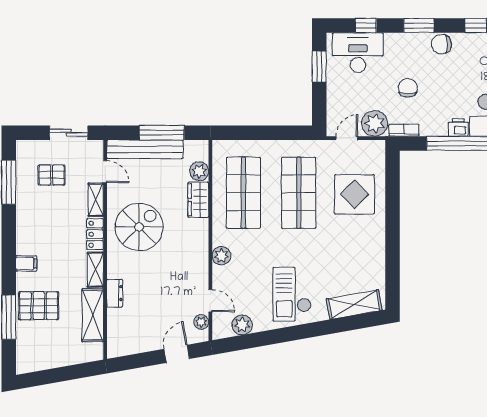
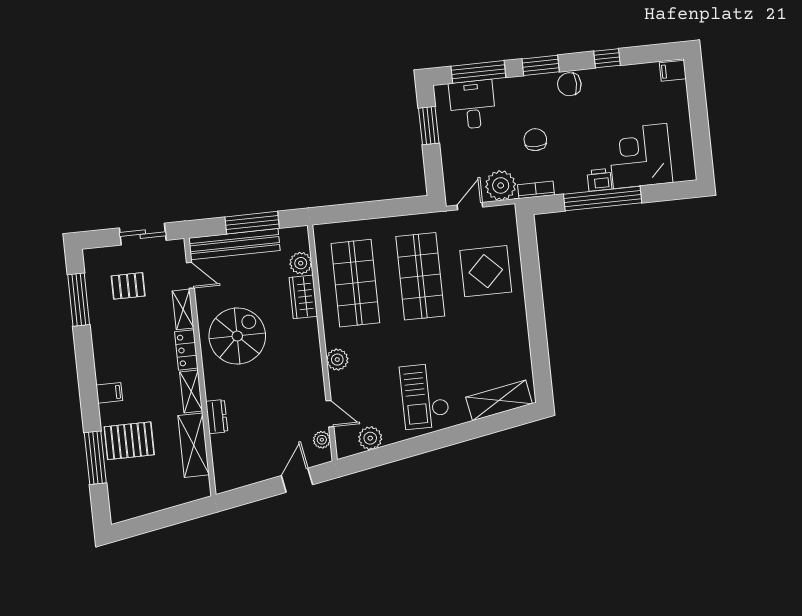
window: (366, 26) -> (478, 72), width x2.17
desk: (358, 53) -> (472, 105), width x0.73

